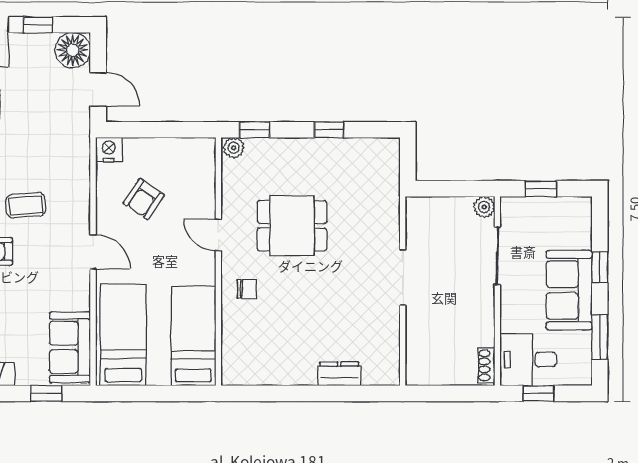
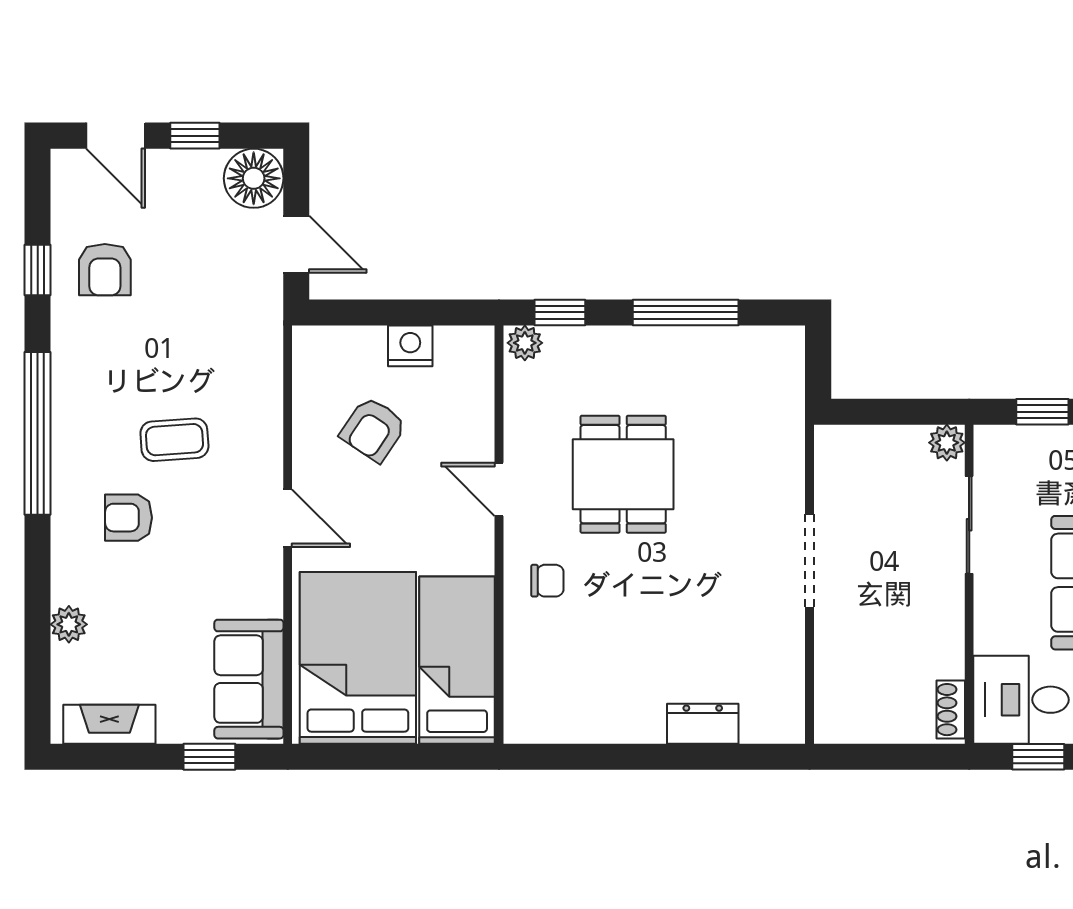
window: (329, 130) -> (686, 312), width x2.17
nightstand: (109, 150) -> (410, 346), moved
dining table: (292, 226) -> (623, 474), turned 90
bed: (123, 335) -> (358, 658), width x1.50

